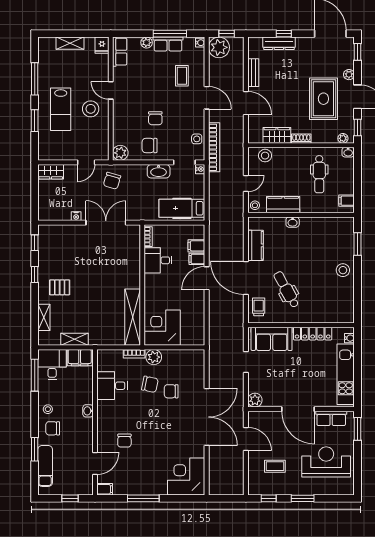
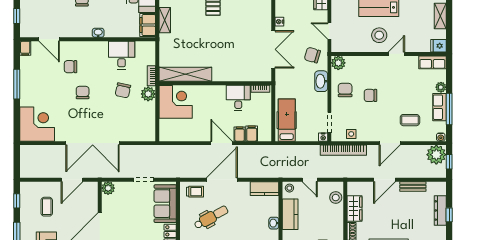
washbasin: (159, 171) -> (321, 81), moved
kitchen counter: (256, 245) -> (265, 189), moved
chair: (171, 391) -> (83, 93), moved

